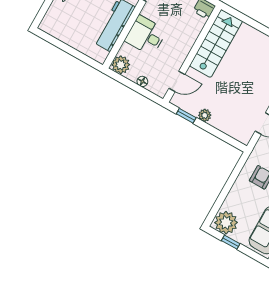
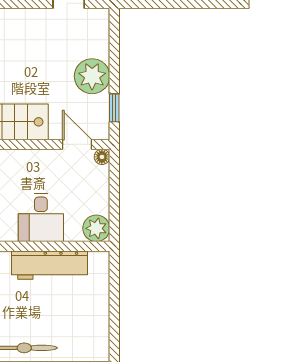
floor lamp: (142, 81) -> (102, 157), moved
plant: (205, 115) -> (92, 76), width x1.87, depth x1.87

